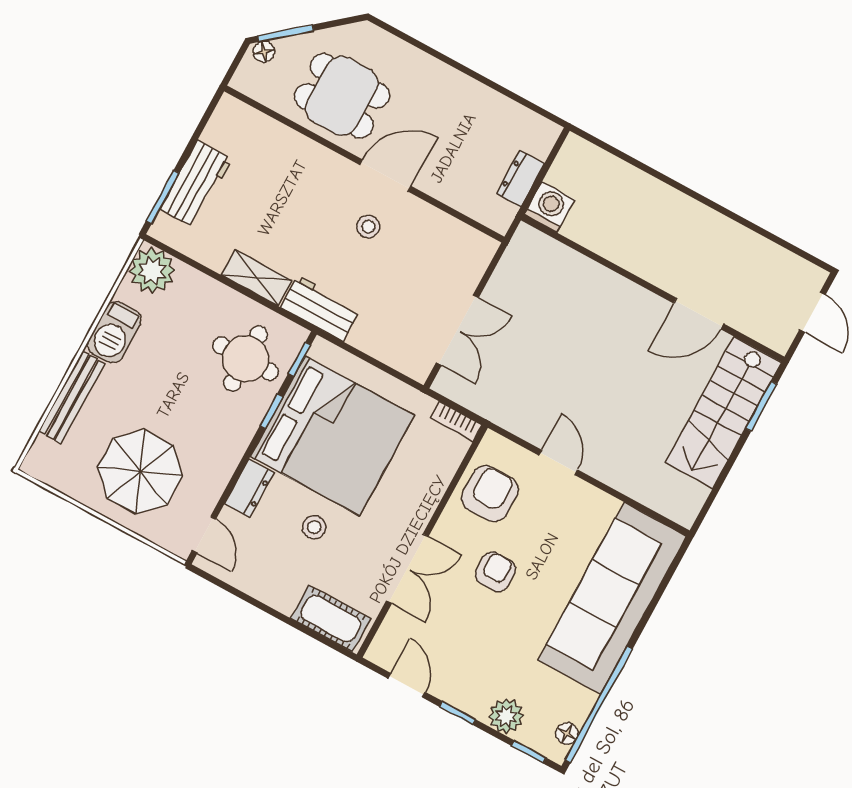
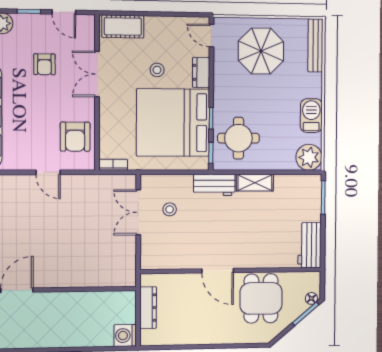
dining table: (342, 96) -> (261, 298), turned 90
door: (385, 175) -> (218, 271), hinge flipped
dresser: (520, 179) -> (148, 308), width x1.44
workbench: (196, 184) -> (310, 245), moved
washing machine: (549, 207) -> (125, 336), moved, turned 90
stool: (368, 227) -> (170, 209), moved
bench: (72, 397) -> (315, 45), moved
armchair: (495, 572) -> (44, 64), moved

